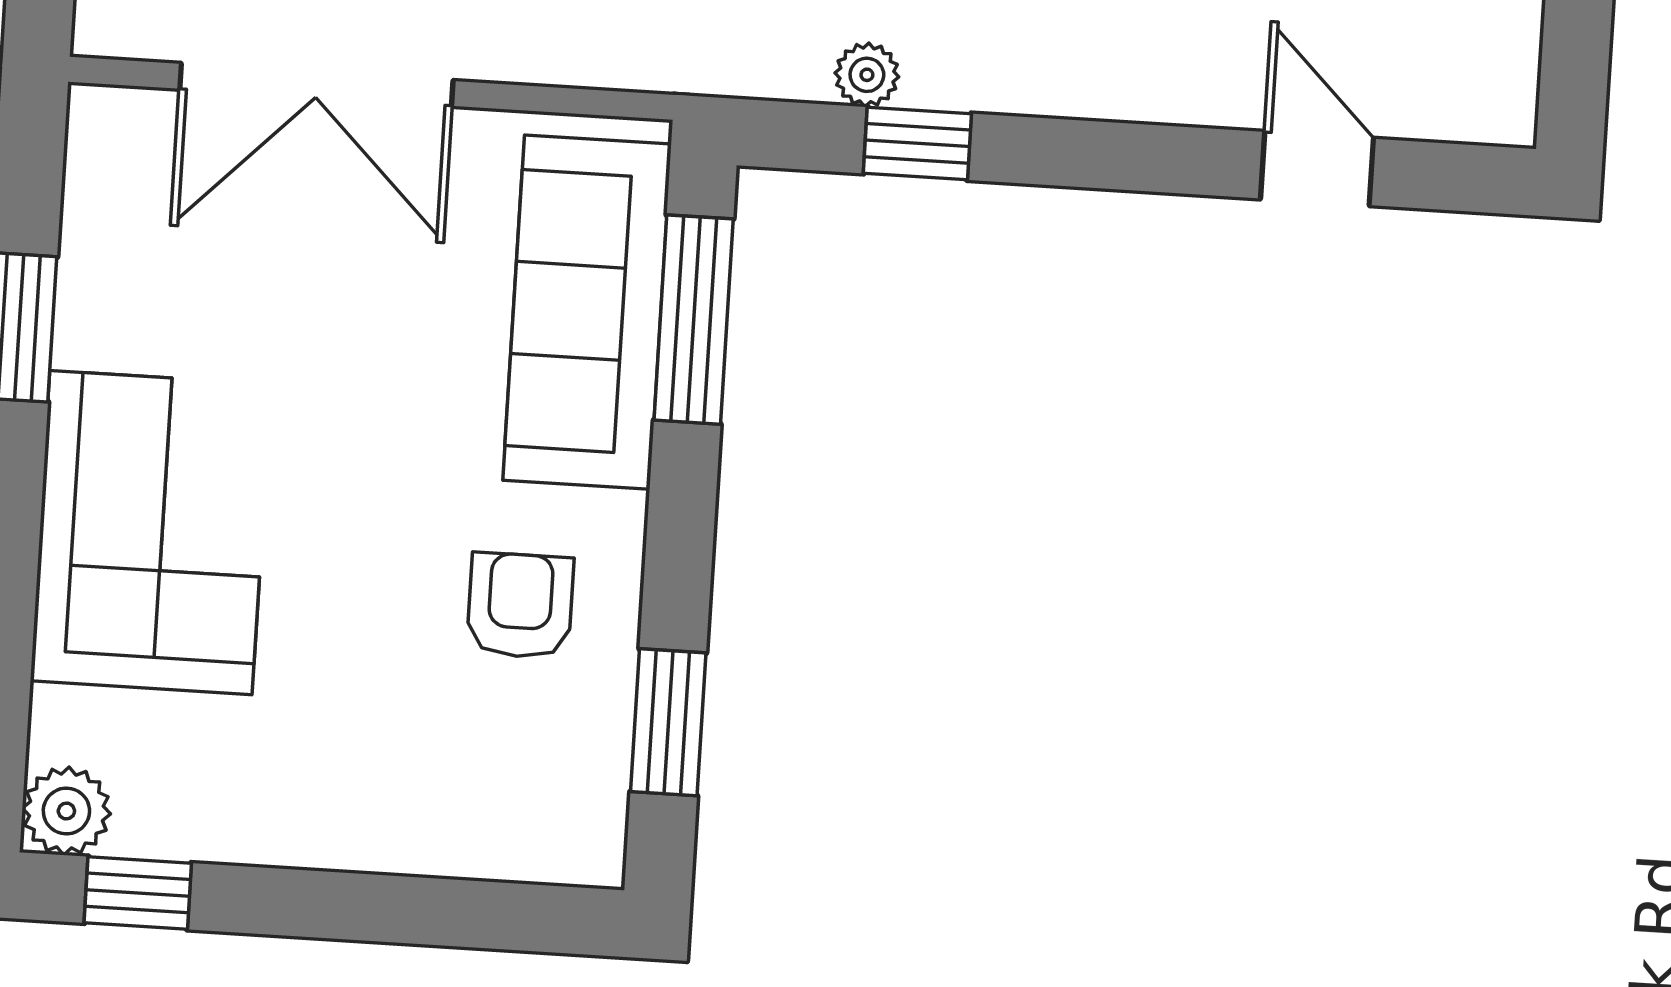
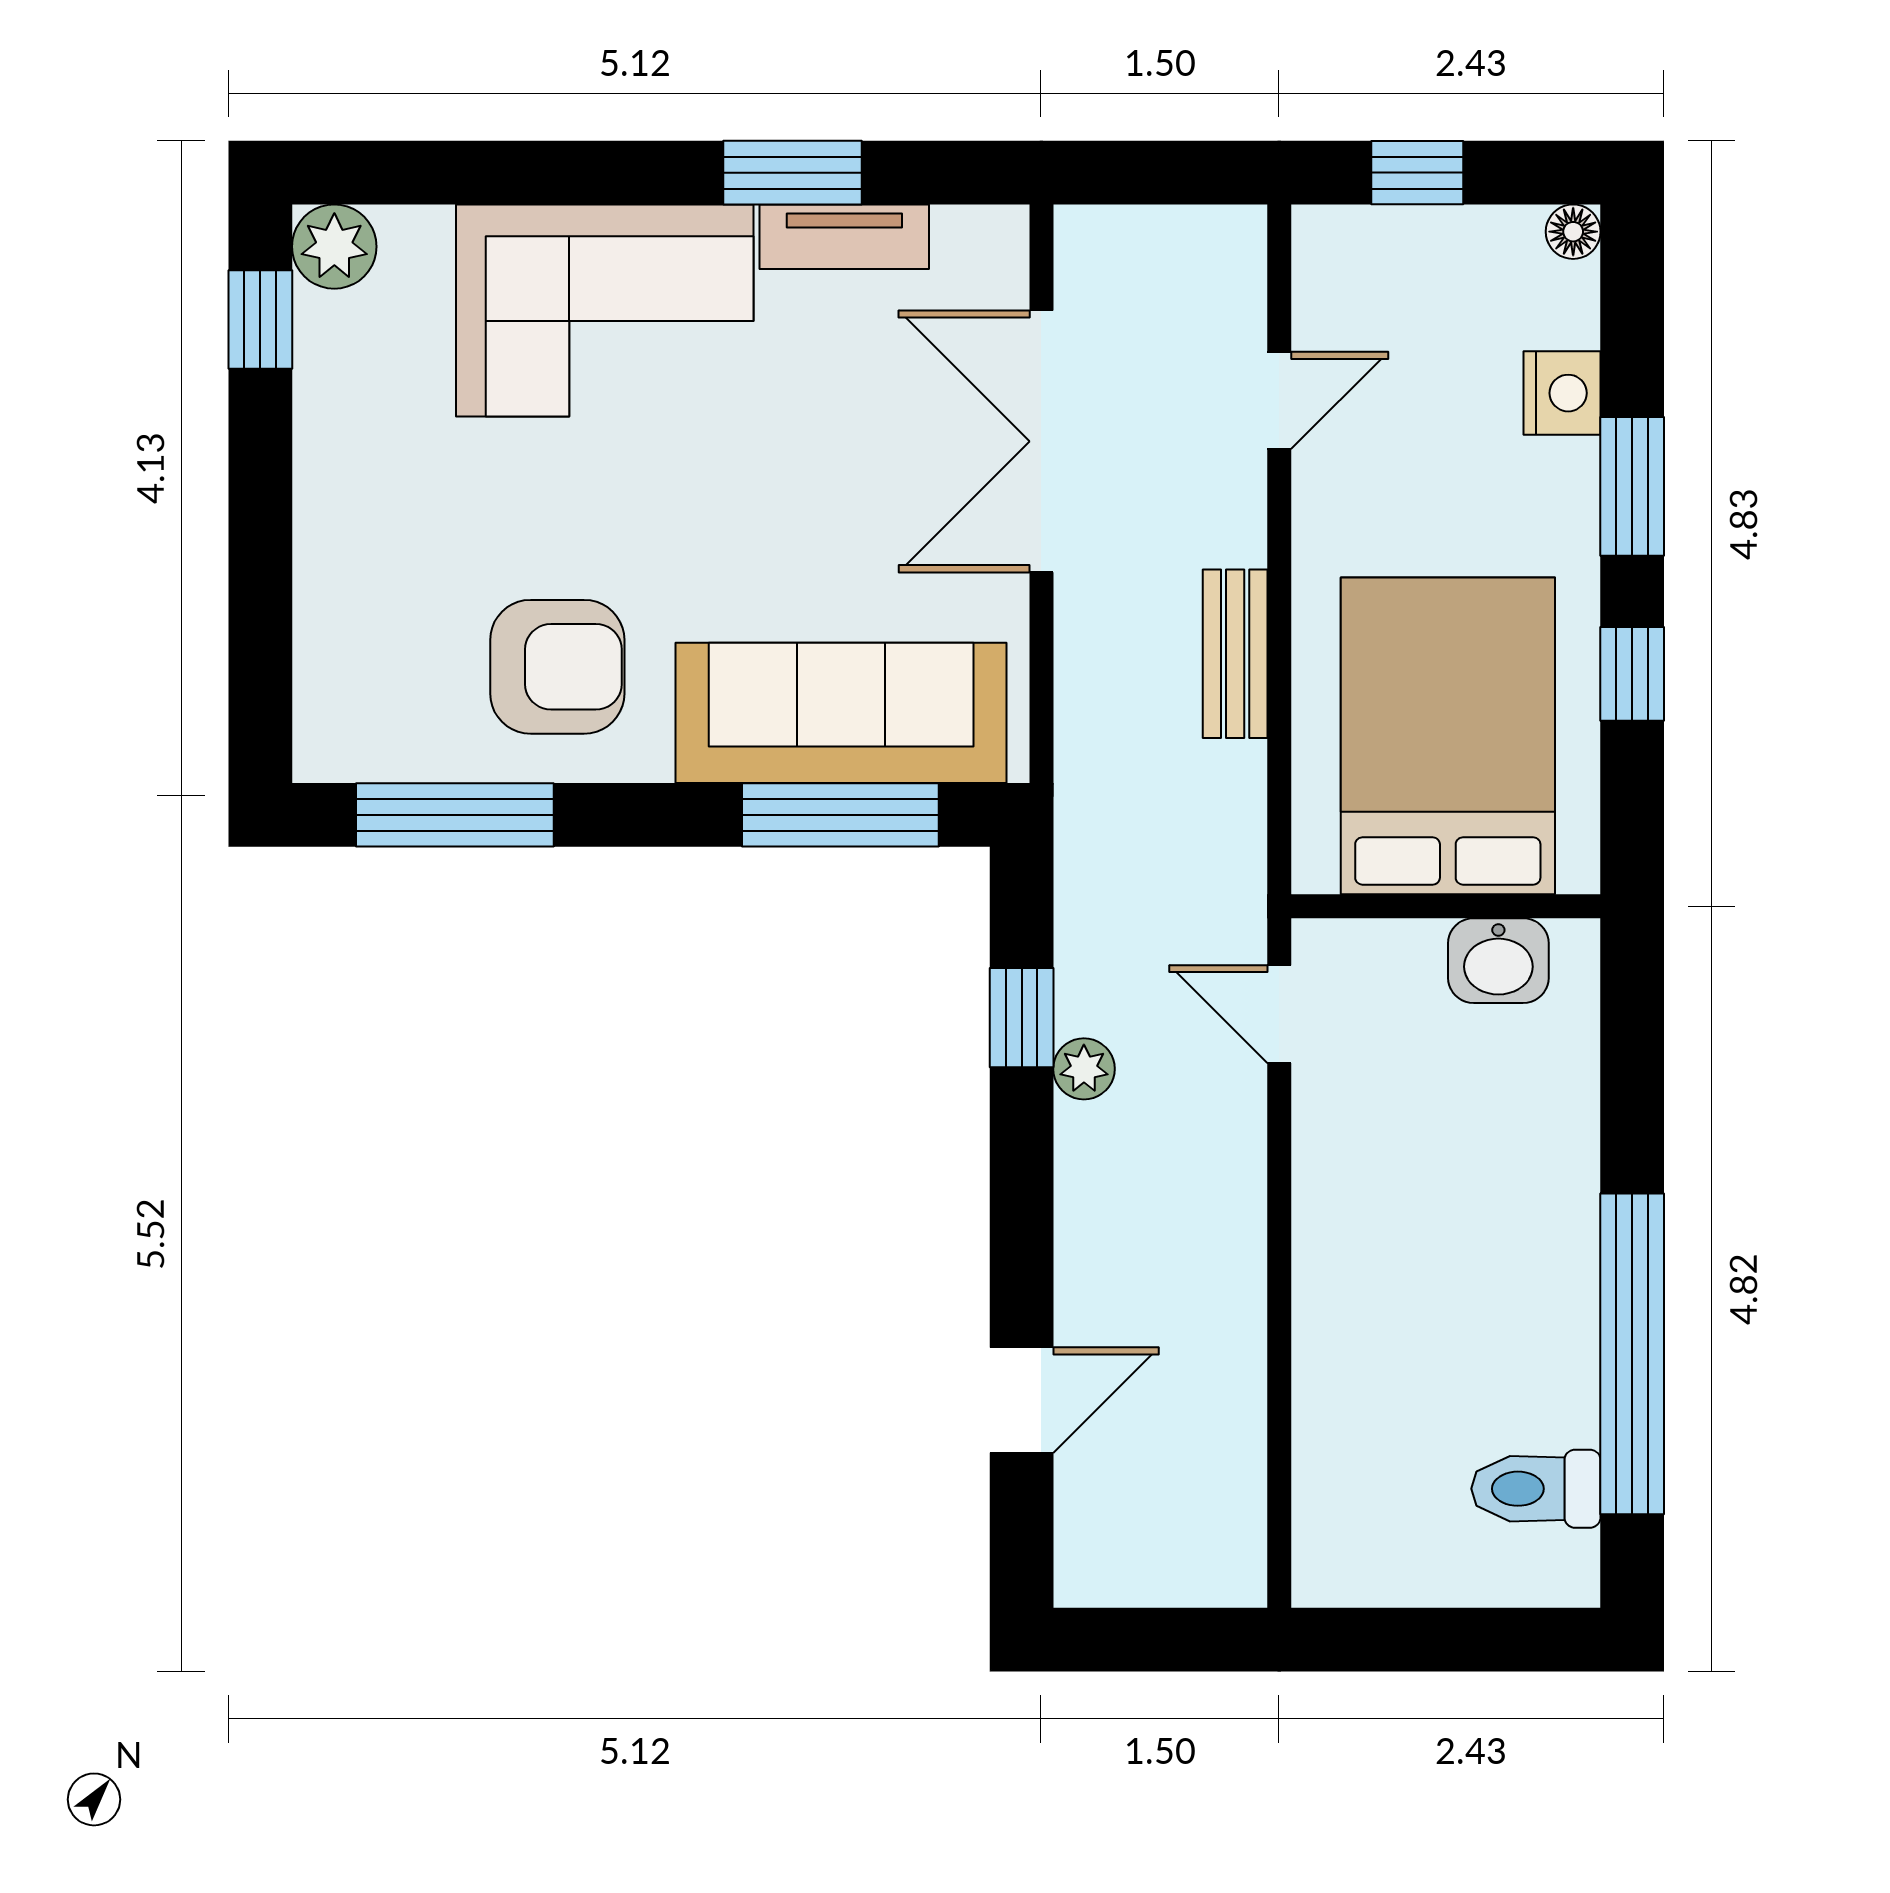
plant: (867, 75) -> (1084, 1069), moved
tv unit: (90, 277) -> (844, 237), added
armchair: (520, 606) -> (557, 667), width x1.38, depth x1.38
window: (668, 722) -> (455, 815), width x1.44

